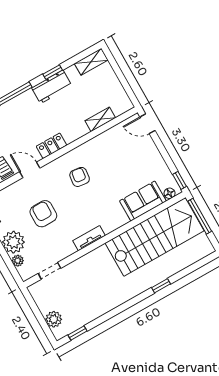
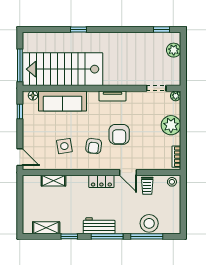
shelving: (91, 62) -> (46, 228), moved
workbench: (52, 87) -> (99, 226), moved
side table: (109, 160) -> (64, 146), added
window: (180, 180) -> (20, 112), moved
sofa: (143, 201) -> (63, 101), width x1.36
armchair: (43, 214) -> (119, 134), moved
plant: (18, 261) -> (176, 96), moved

